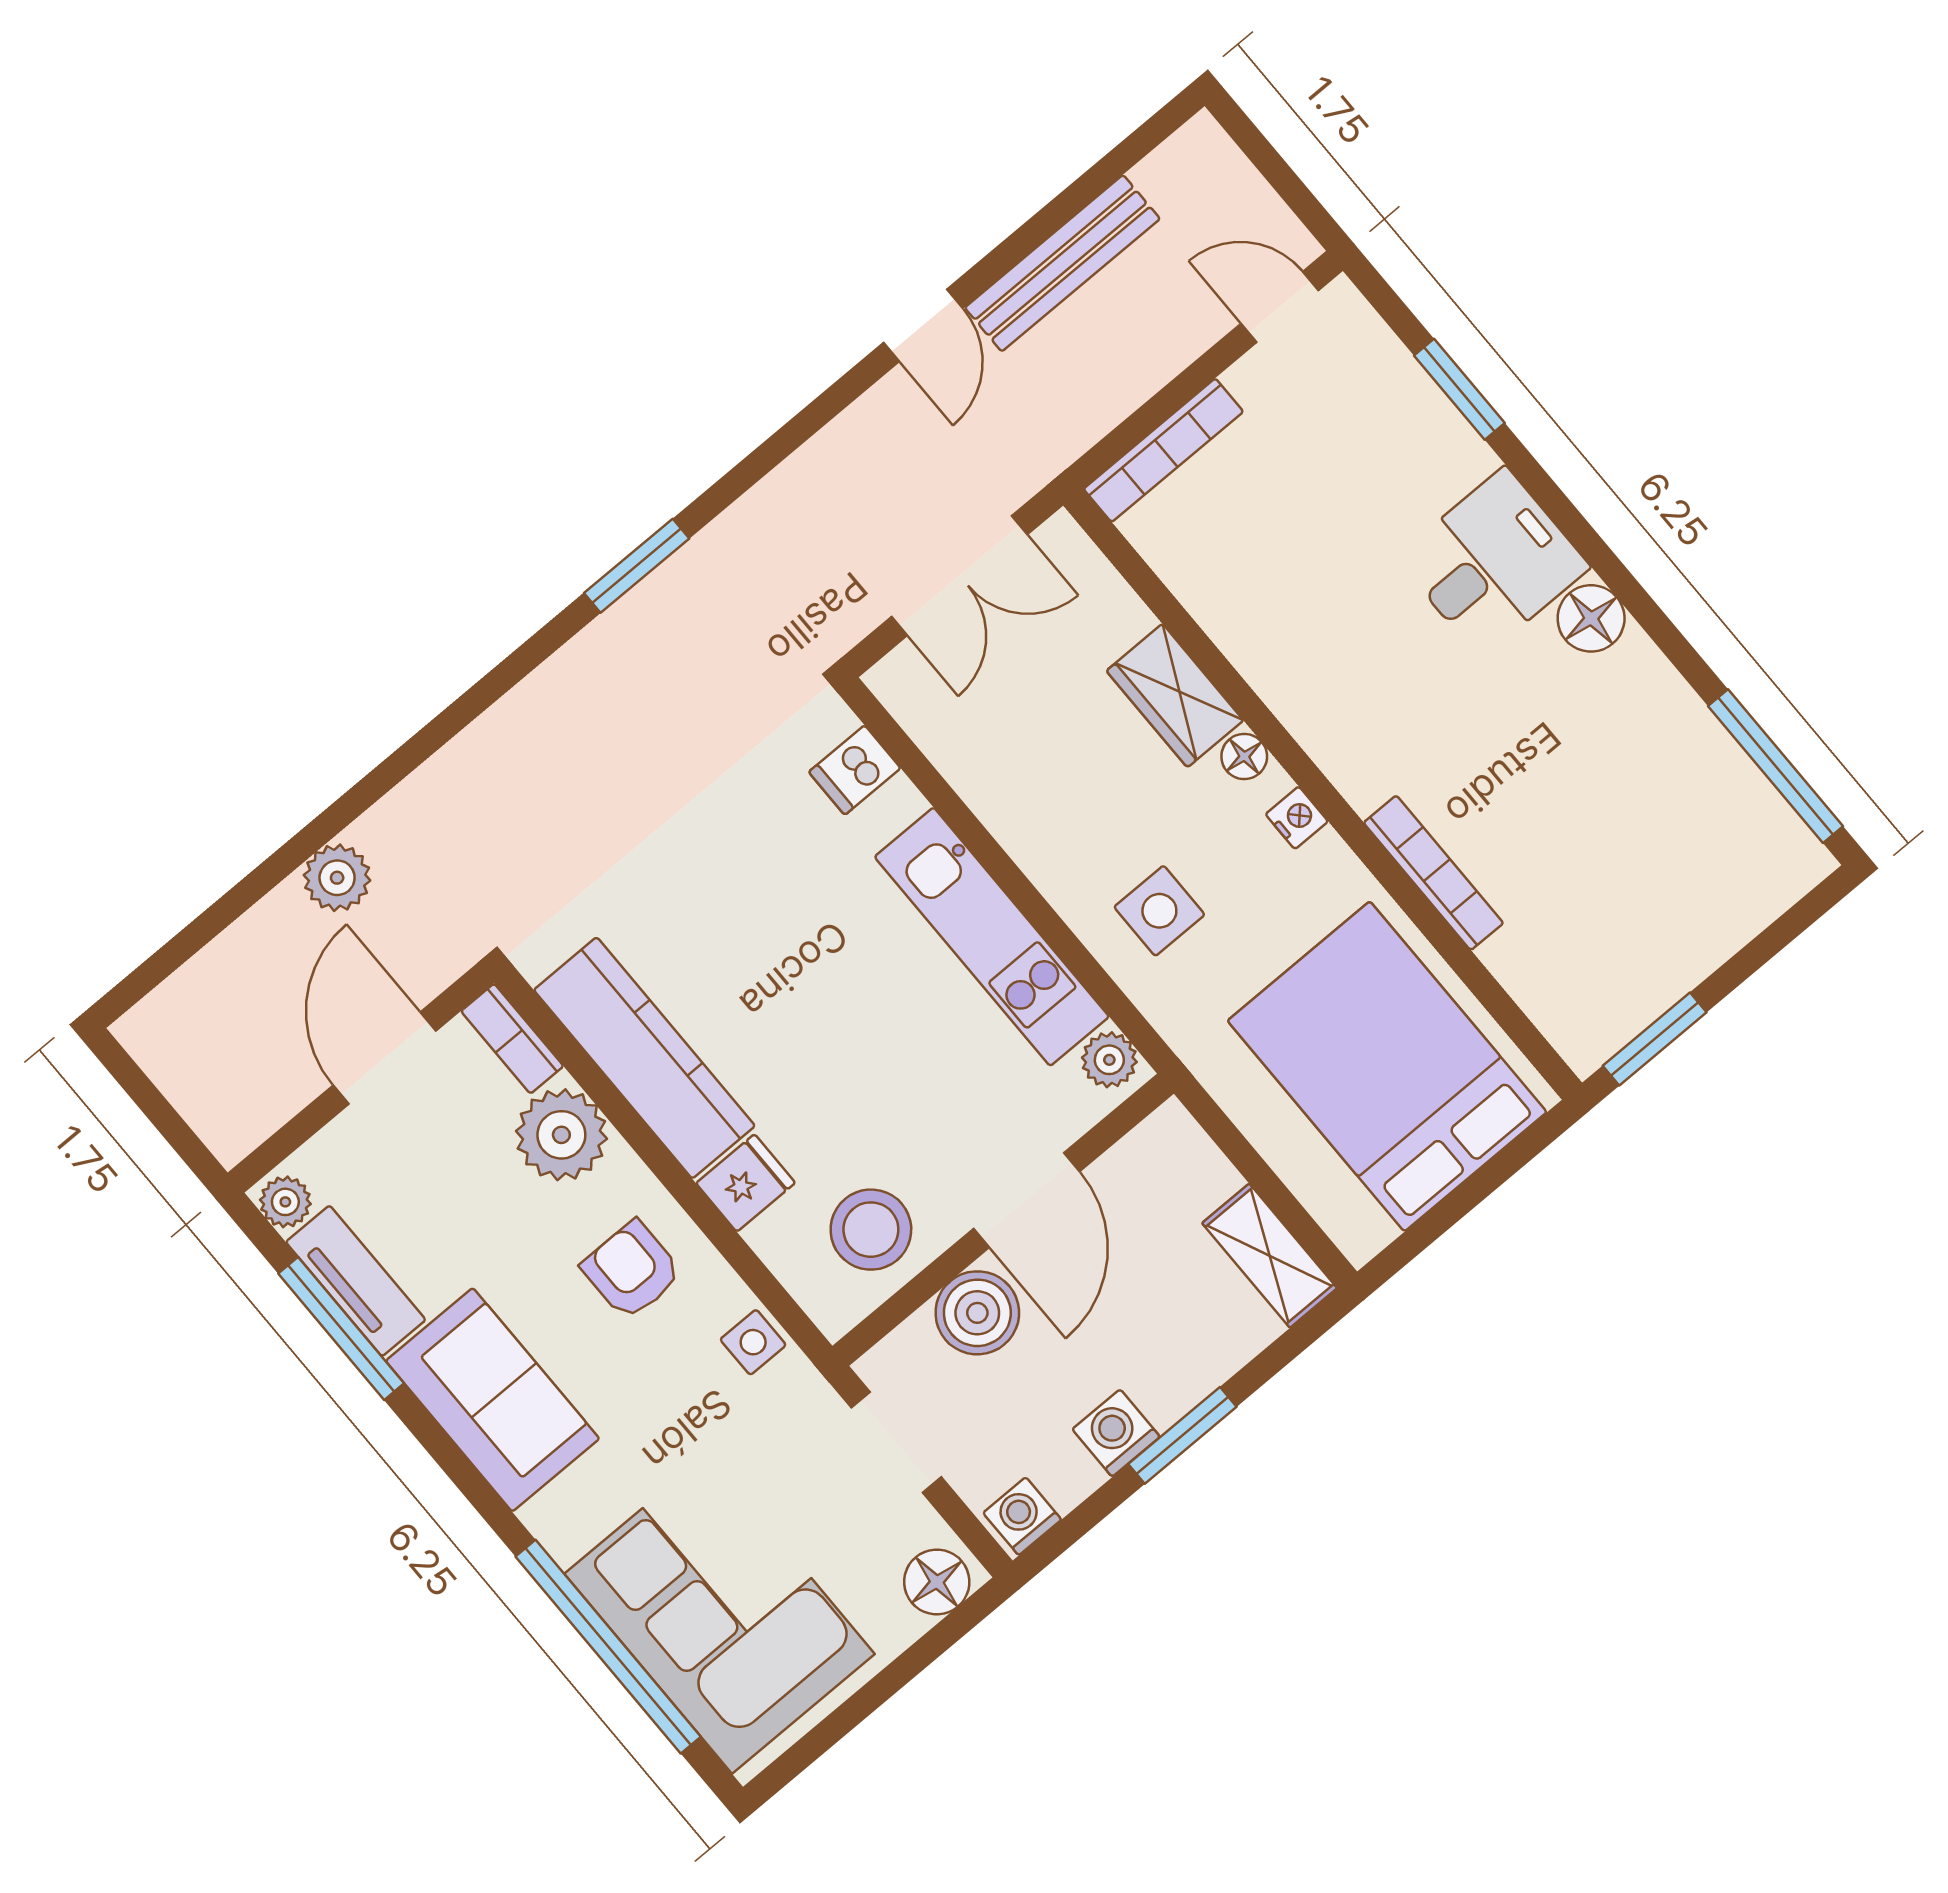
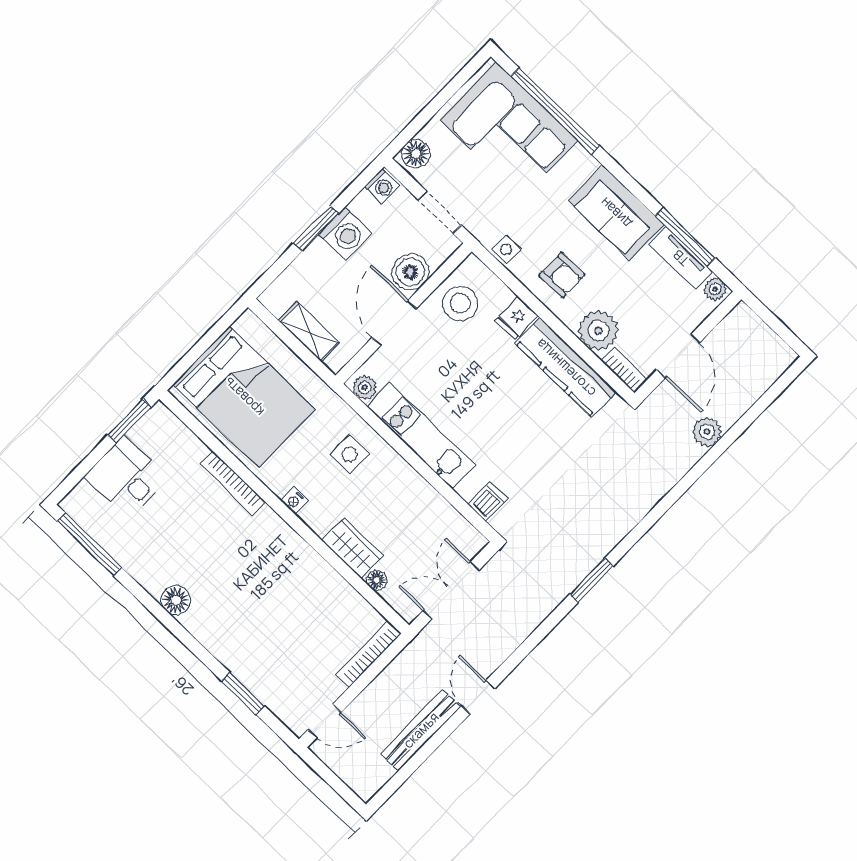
desk: (1493, 562) -> (127, 478), moved, turned 90
floor lamp: (1244, 756) -> (377, 580), moved
shelving: (1270, 1256) -> (309, 332), moved
washing machine: (1116, 1433) -> (345, 234), width x1.38, depth x1.38

